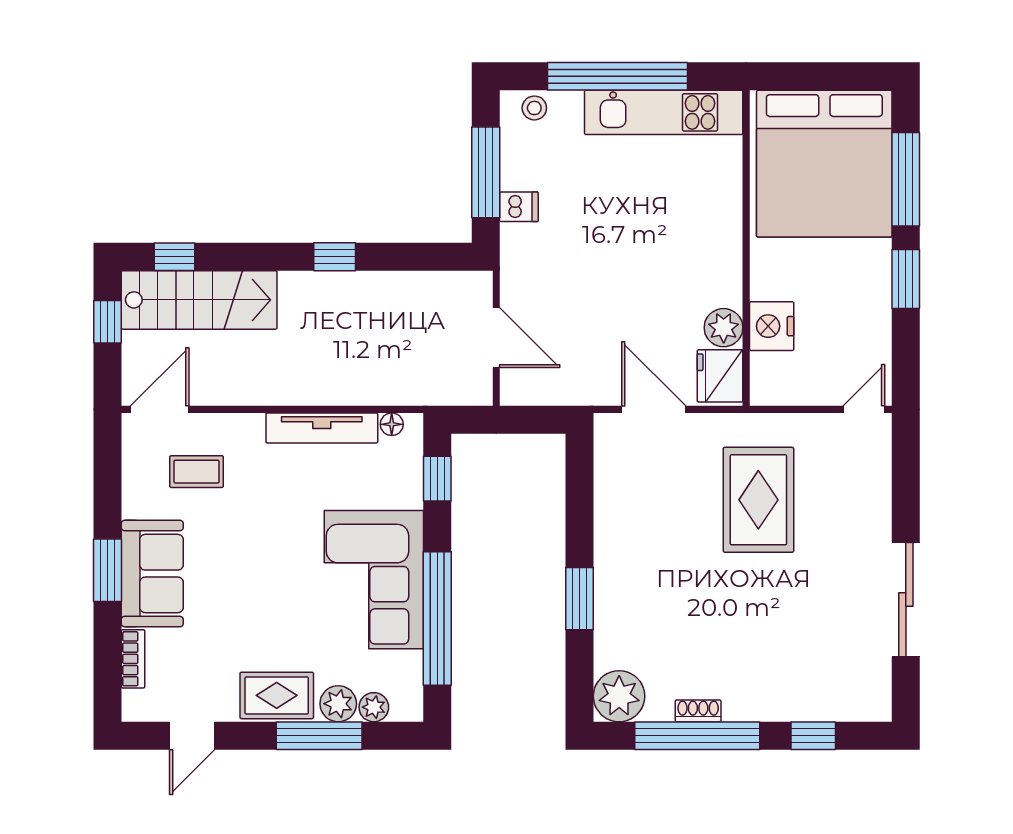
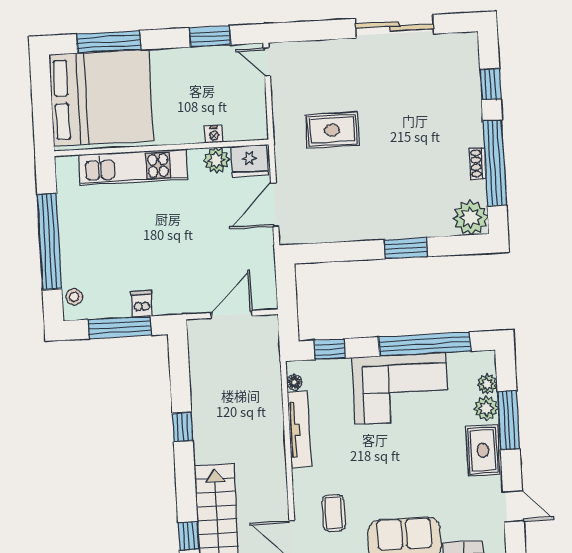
kitchen unit: (664, 112) -> (133, 167), moved, turned 90
window: (906, 279) -> (210, 36), moved
nightstand: (772, 326) -> (214, 134), width x0.53, depth x0.56
rug: (758, 500) -> (332, 130), width x0.73, depth x0.70

